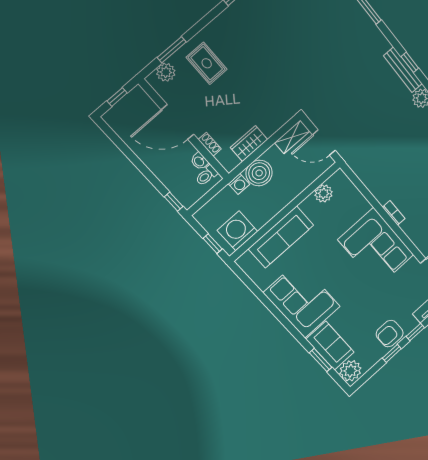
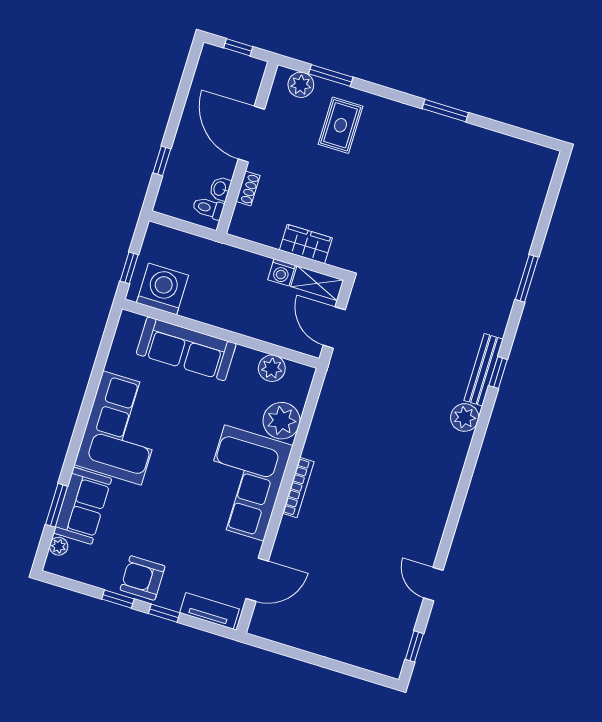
wardrobe: (249, 144) -> (306, 244), moved
boiler: (259, 173) -> (249, 270), removed
washing machine: (239, 184) -> (281, 272), moved
window: (174, 202) -> (162, 161), moved
plant: (356, 206) -> (281, 421), added
bookcase: (394, 213) -> (298, 487), width x1.56
plant: (350, 371) -> (59, 546), width x0.53, depth x0.53

